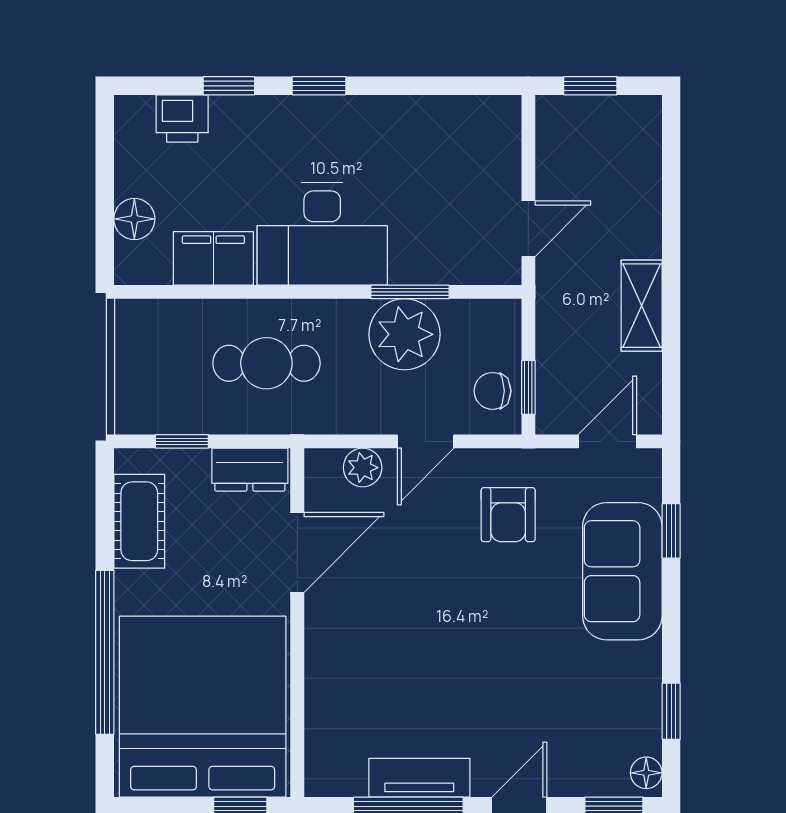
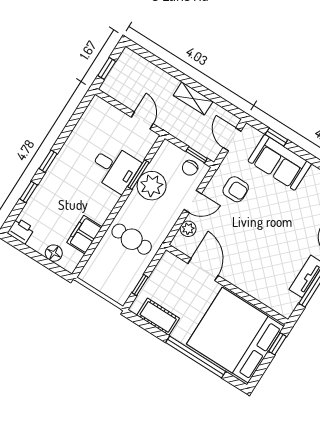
printer: (182, 118) -> (21, 231), moved, turned -90
desk: (322, 234) -> (115, 168), moved, width x0.73
cafe table: (266, 363) -> (132, 239), turned 90
door: (426, 441) -> (193, 202), hinge flipped
dresser: (250, 470) -> (164, 268), removed

